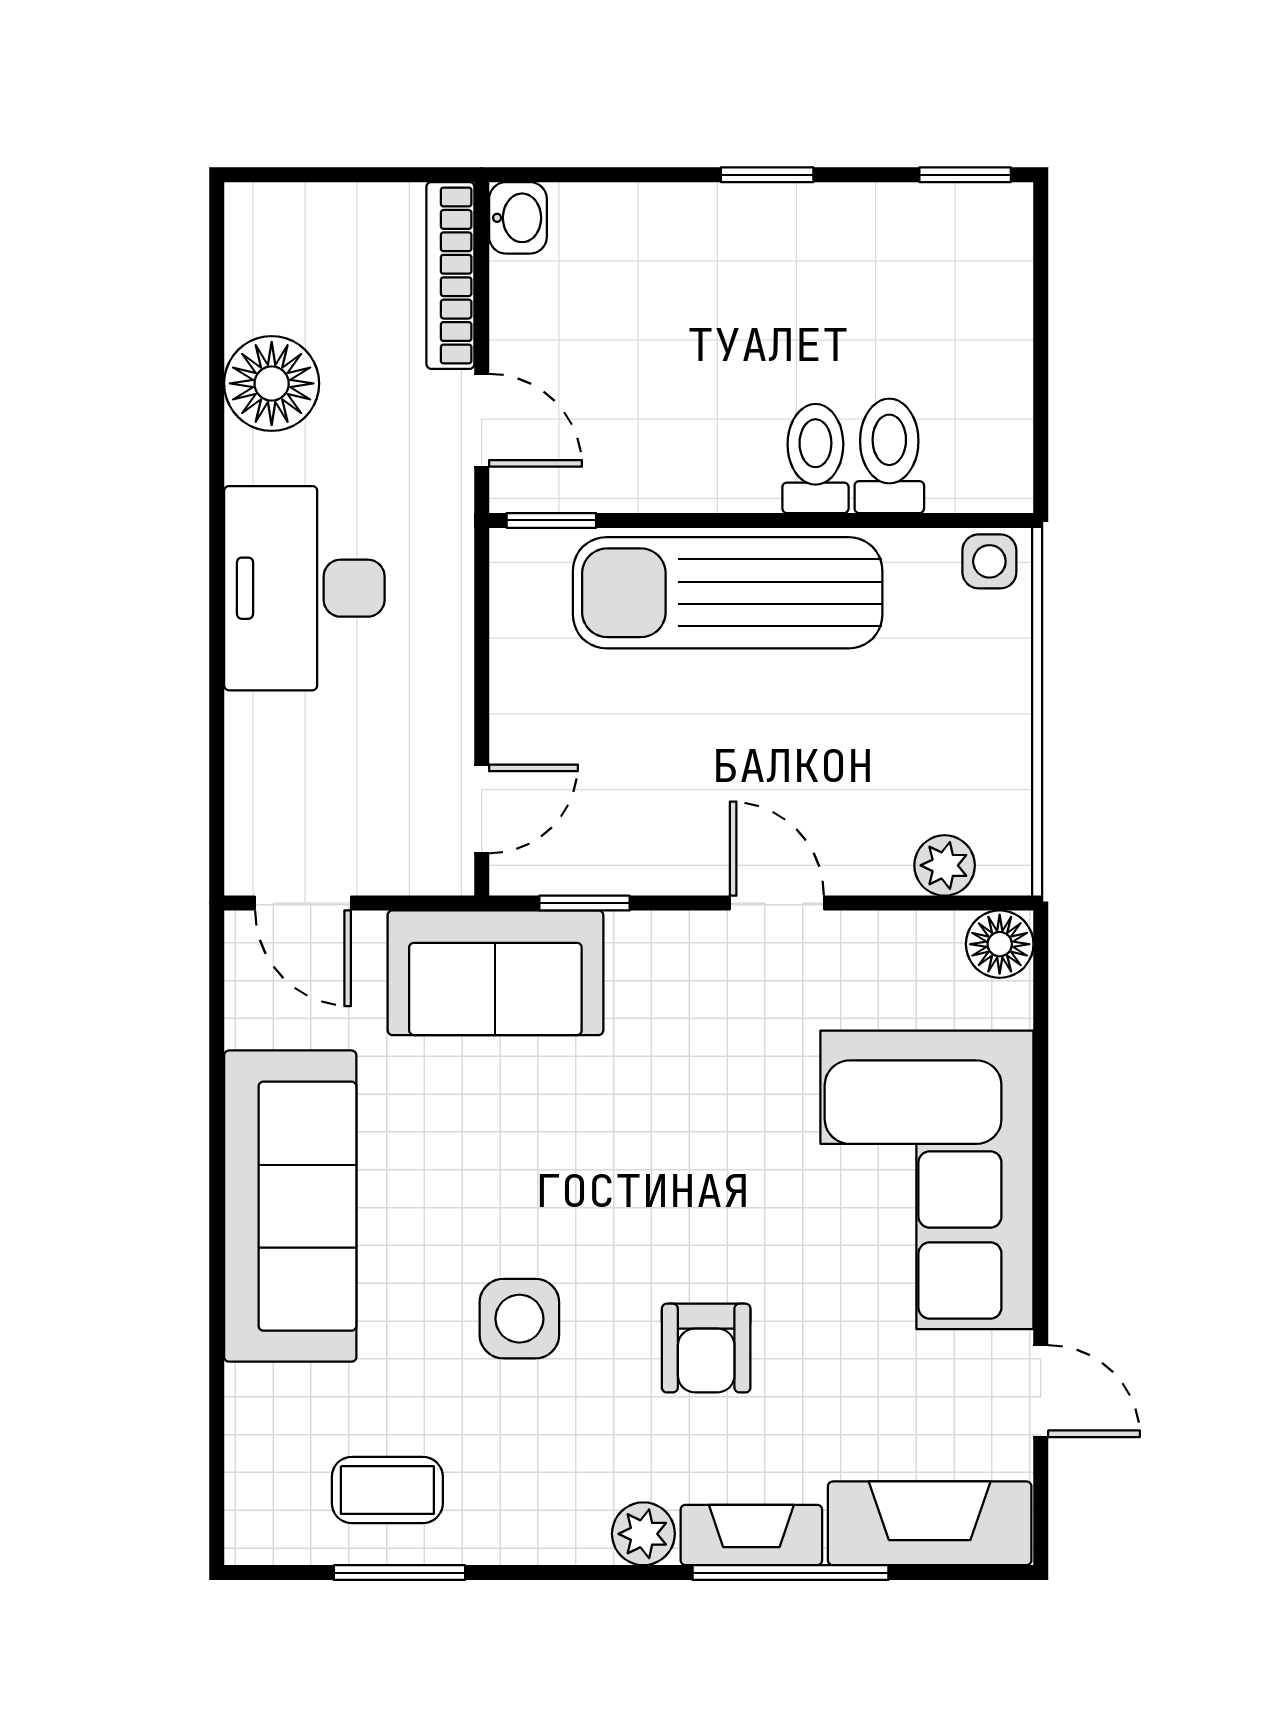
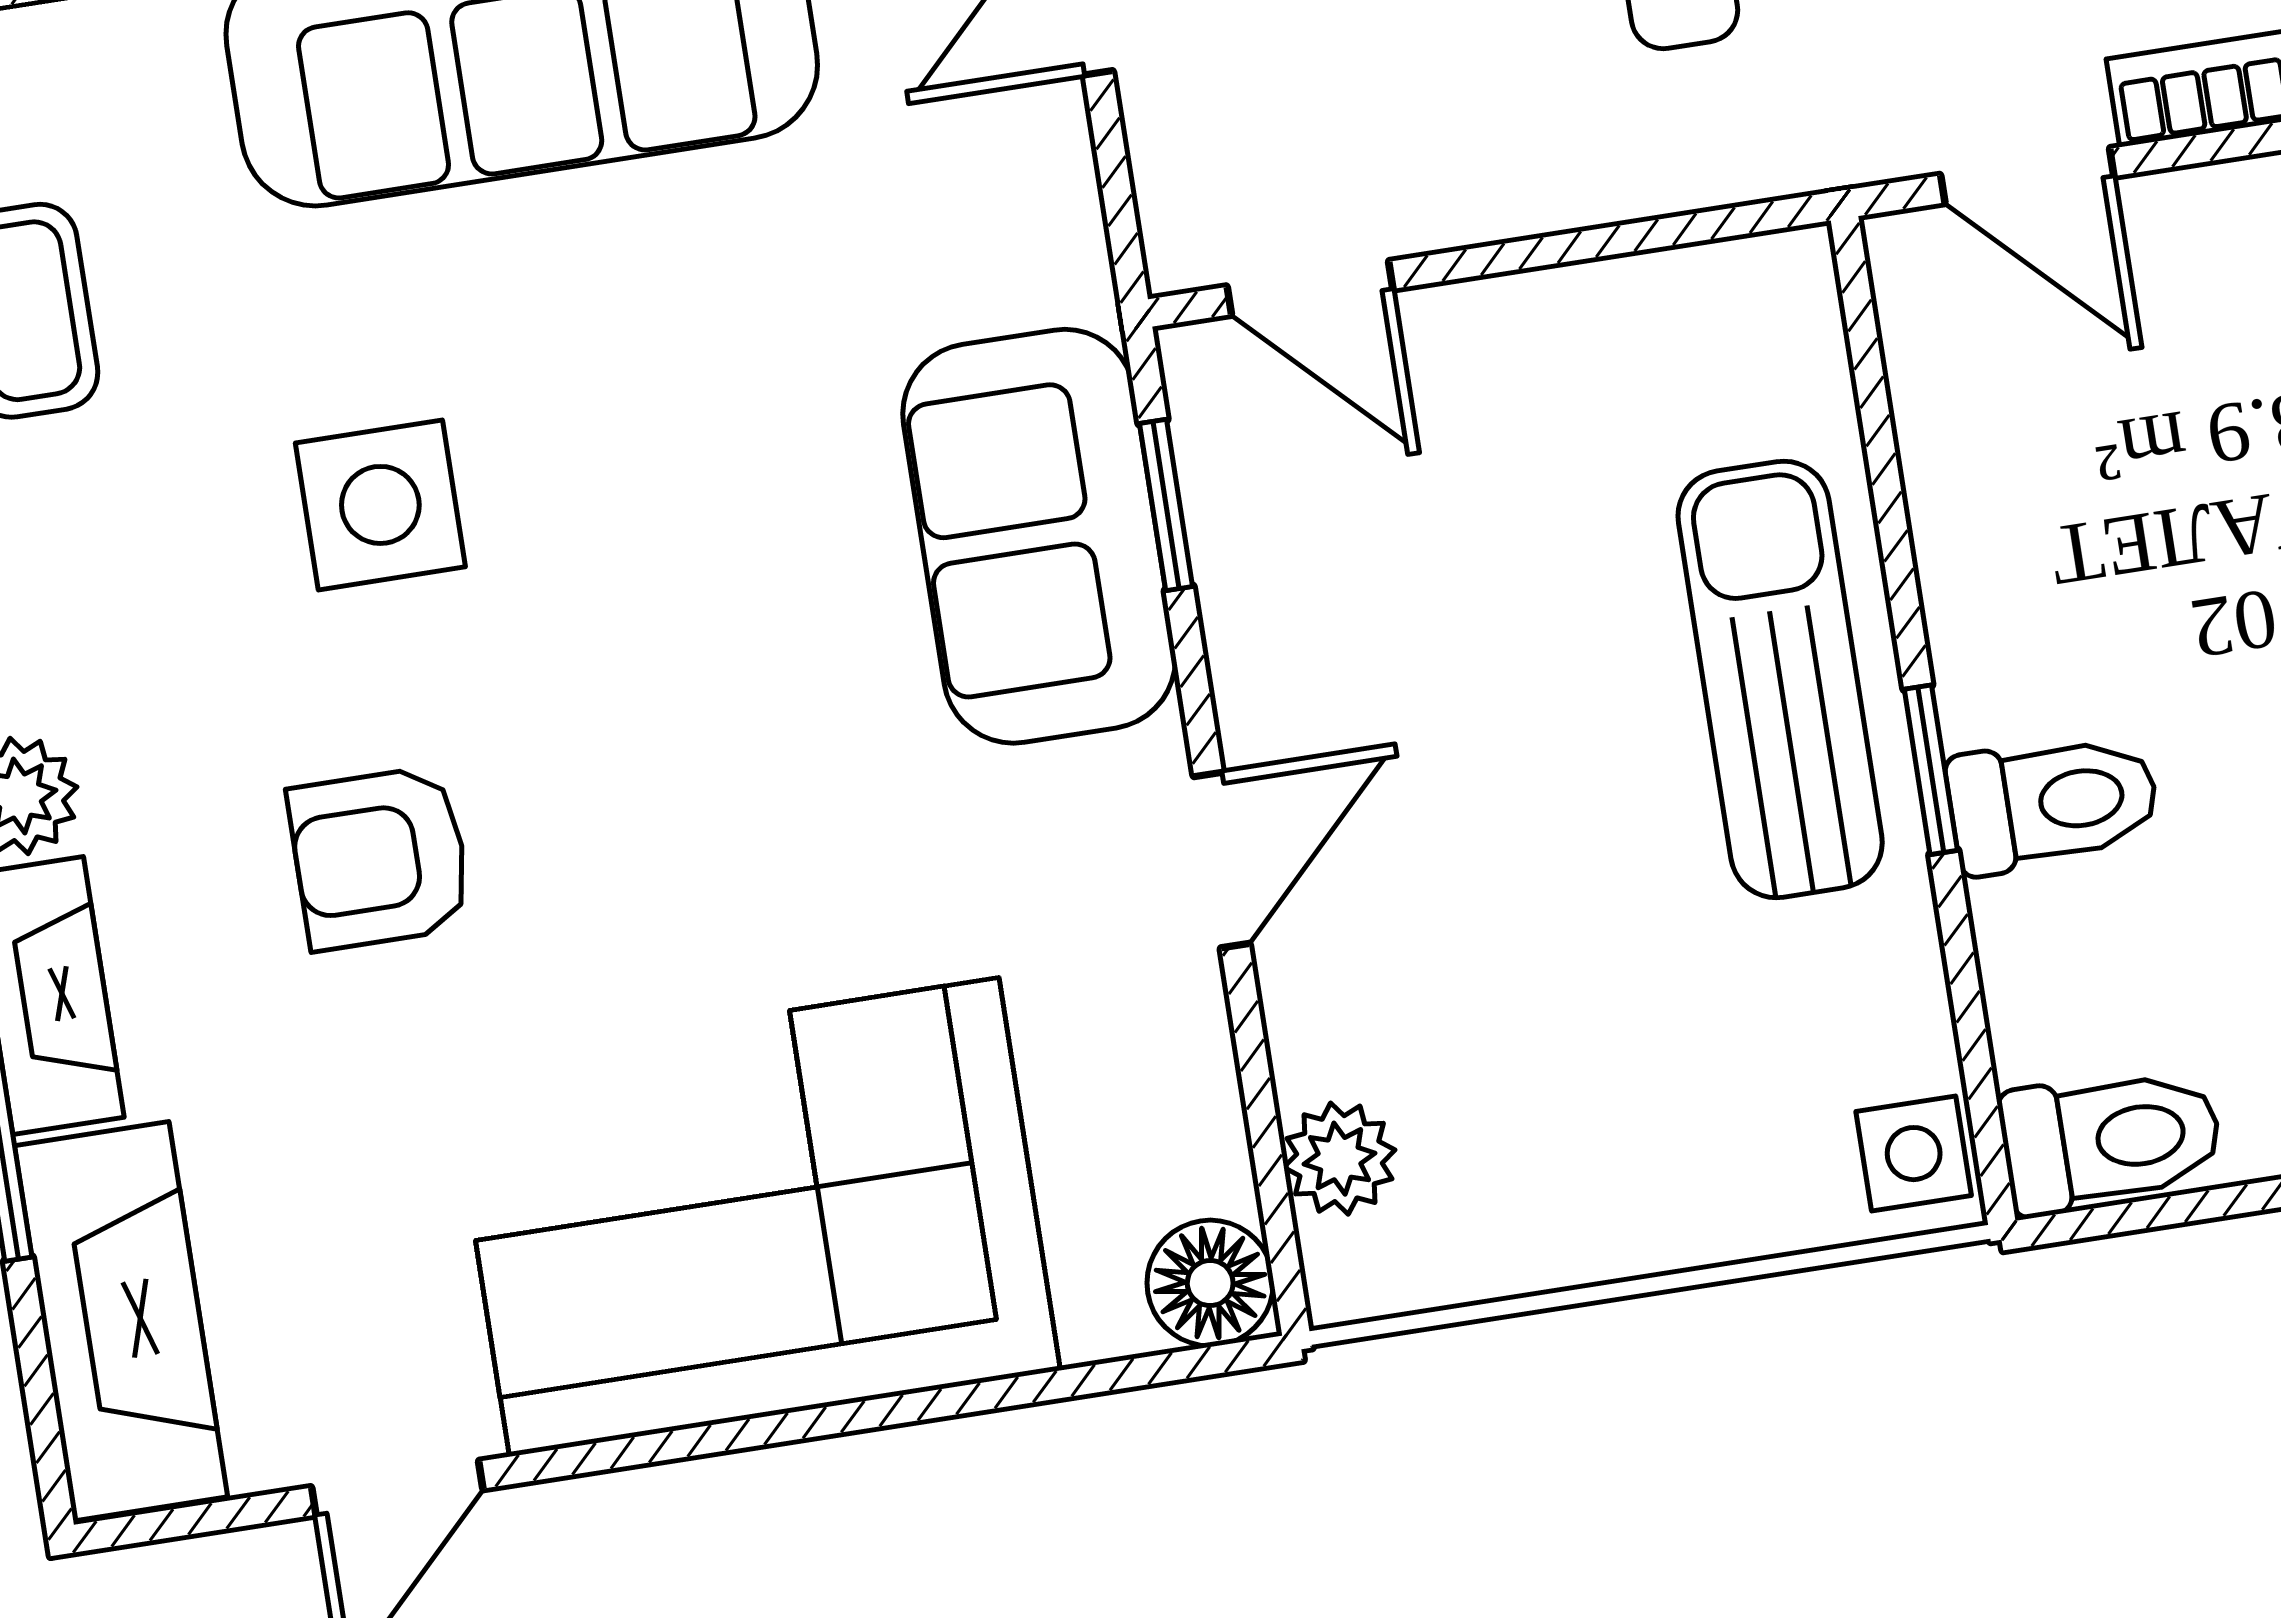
door: (482, 420) -> (2027, 176), hinge flipped
toilet: (889, 456) -> (2111, 1140), moved
window: (551, 520) -> (1931, 770), moved
sun lounger: (728, 593) -> (1780, 679), width x0.73, depth x0.75
sofa: (495, 973) -> (1039, 536), moved

